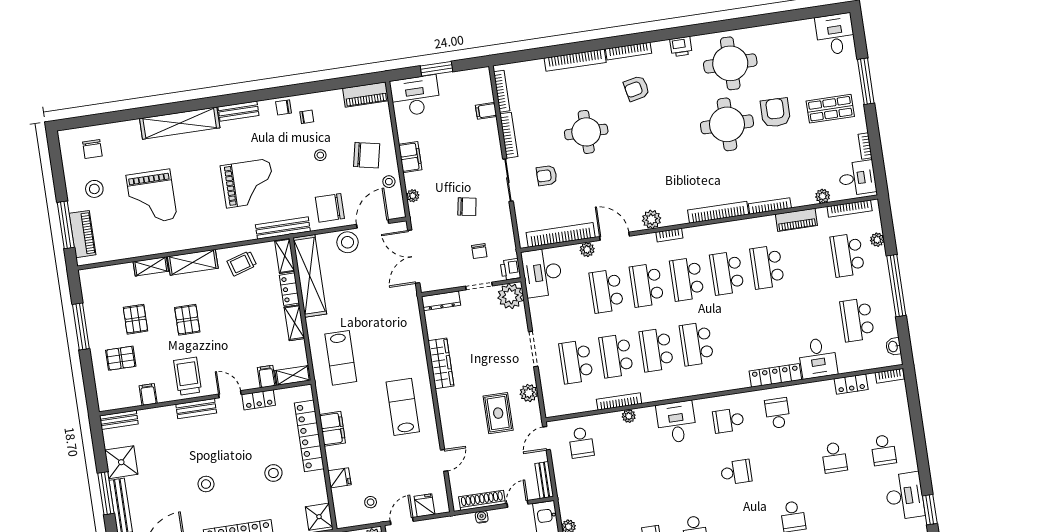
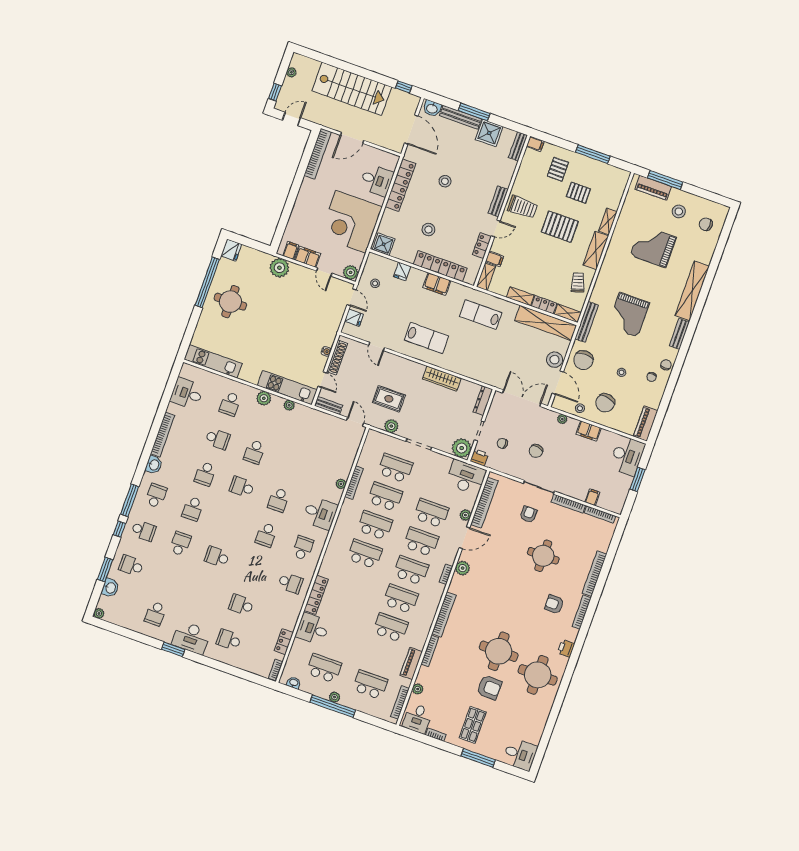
armchair: (636, 88) -> (554, 604), turned -78
chair: (330, 208) -> (583, 360), turned 180
plant: (877, 240) -> (334, 697), moved
pallet: (187, 320) -> (560, 227), width x1.50, depth x1.42
filing cabinet: (148, 394) -> (535, 144), moved
school desk: (581, 443) -> (279, 500), moved, turned -90

